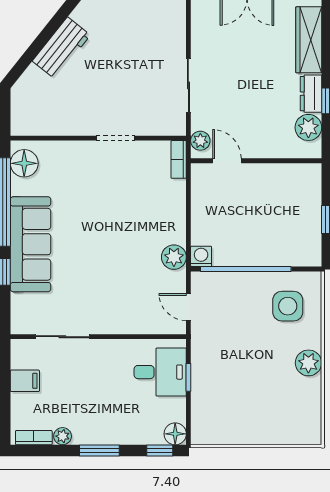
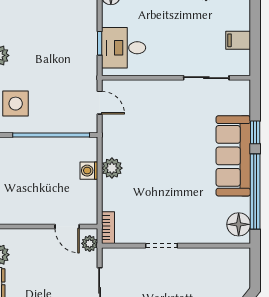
washing machine: (201, 256) -> (89, 171), moved, turned 90
plant: (174, 257) -> (112, 168), moved

